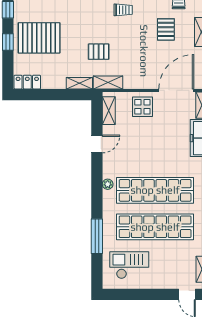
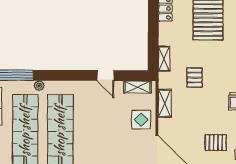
shelving: (108, 83) -> (165, 103), moved
plant: (108, 184) -> (39, 86), moved

